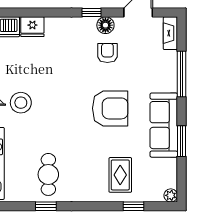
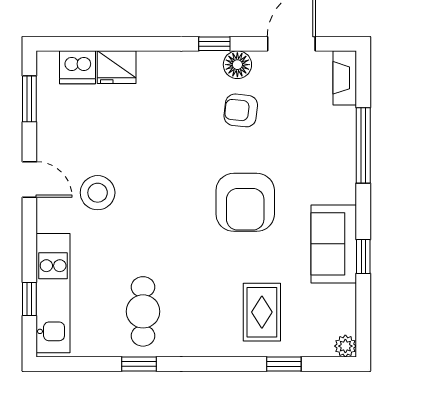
armchair: (107, 53) -> (241, 110), turned -84
armchair: (110, 108) -> (245, 202), turned 90
sofa: (164, 125) -> (334, 244), width x0.73
window: (182, 141) -> (363, 256), width x0.67

